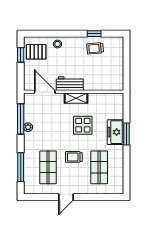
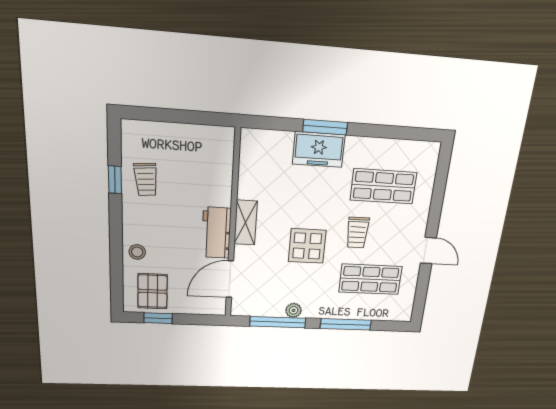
display table: (83, 125) -> (307, 246), moved
window: (21, 167) -> (346, 324), moved

